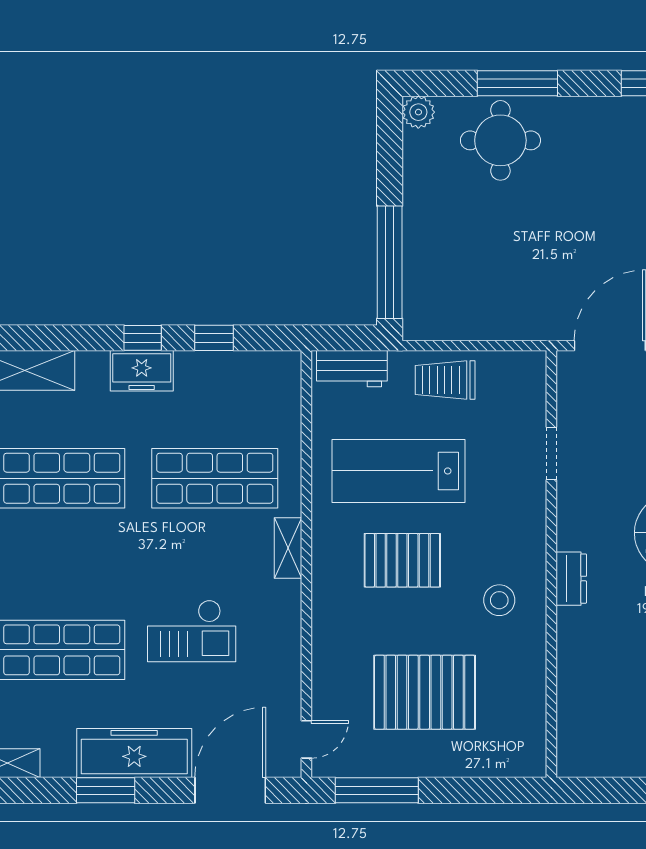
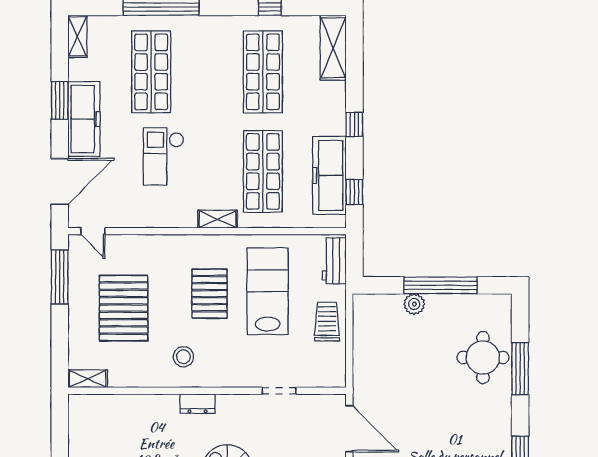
plant: (418, 112) -> (414, 304), moved
window: (390, 262) -> (440, 285), moved
window: (214, 338) -> (354, 192), moved
freezer: (142, 371) -> (329, 175), moved, width x1.91, depth x1.26
shelving: (533, 747) -> (88, 379), added
door: (230, 790) -> (60, 182), hinge flipped

